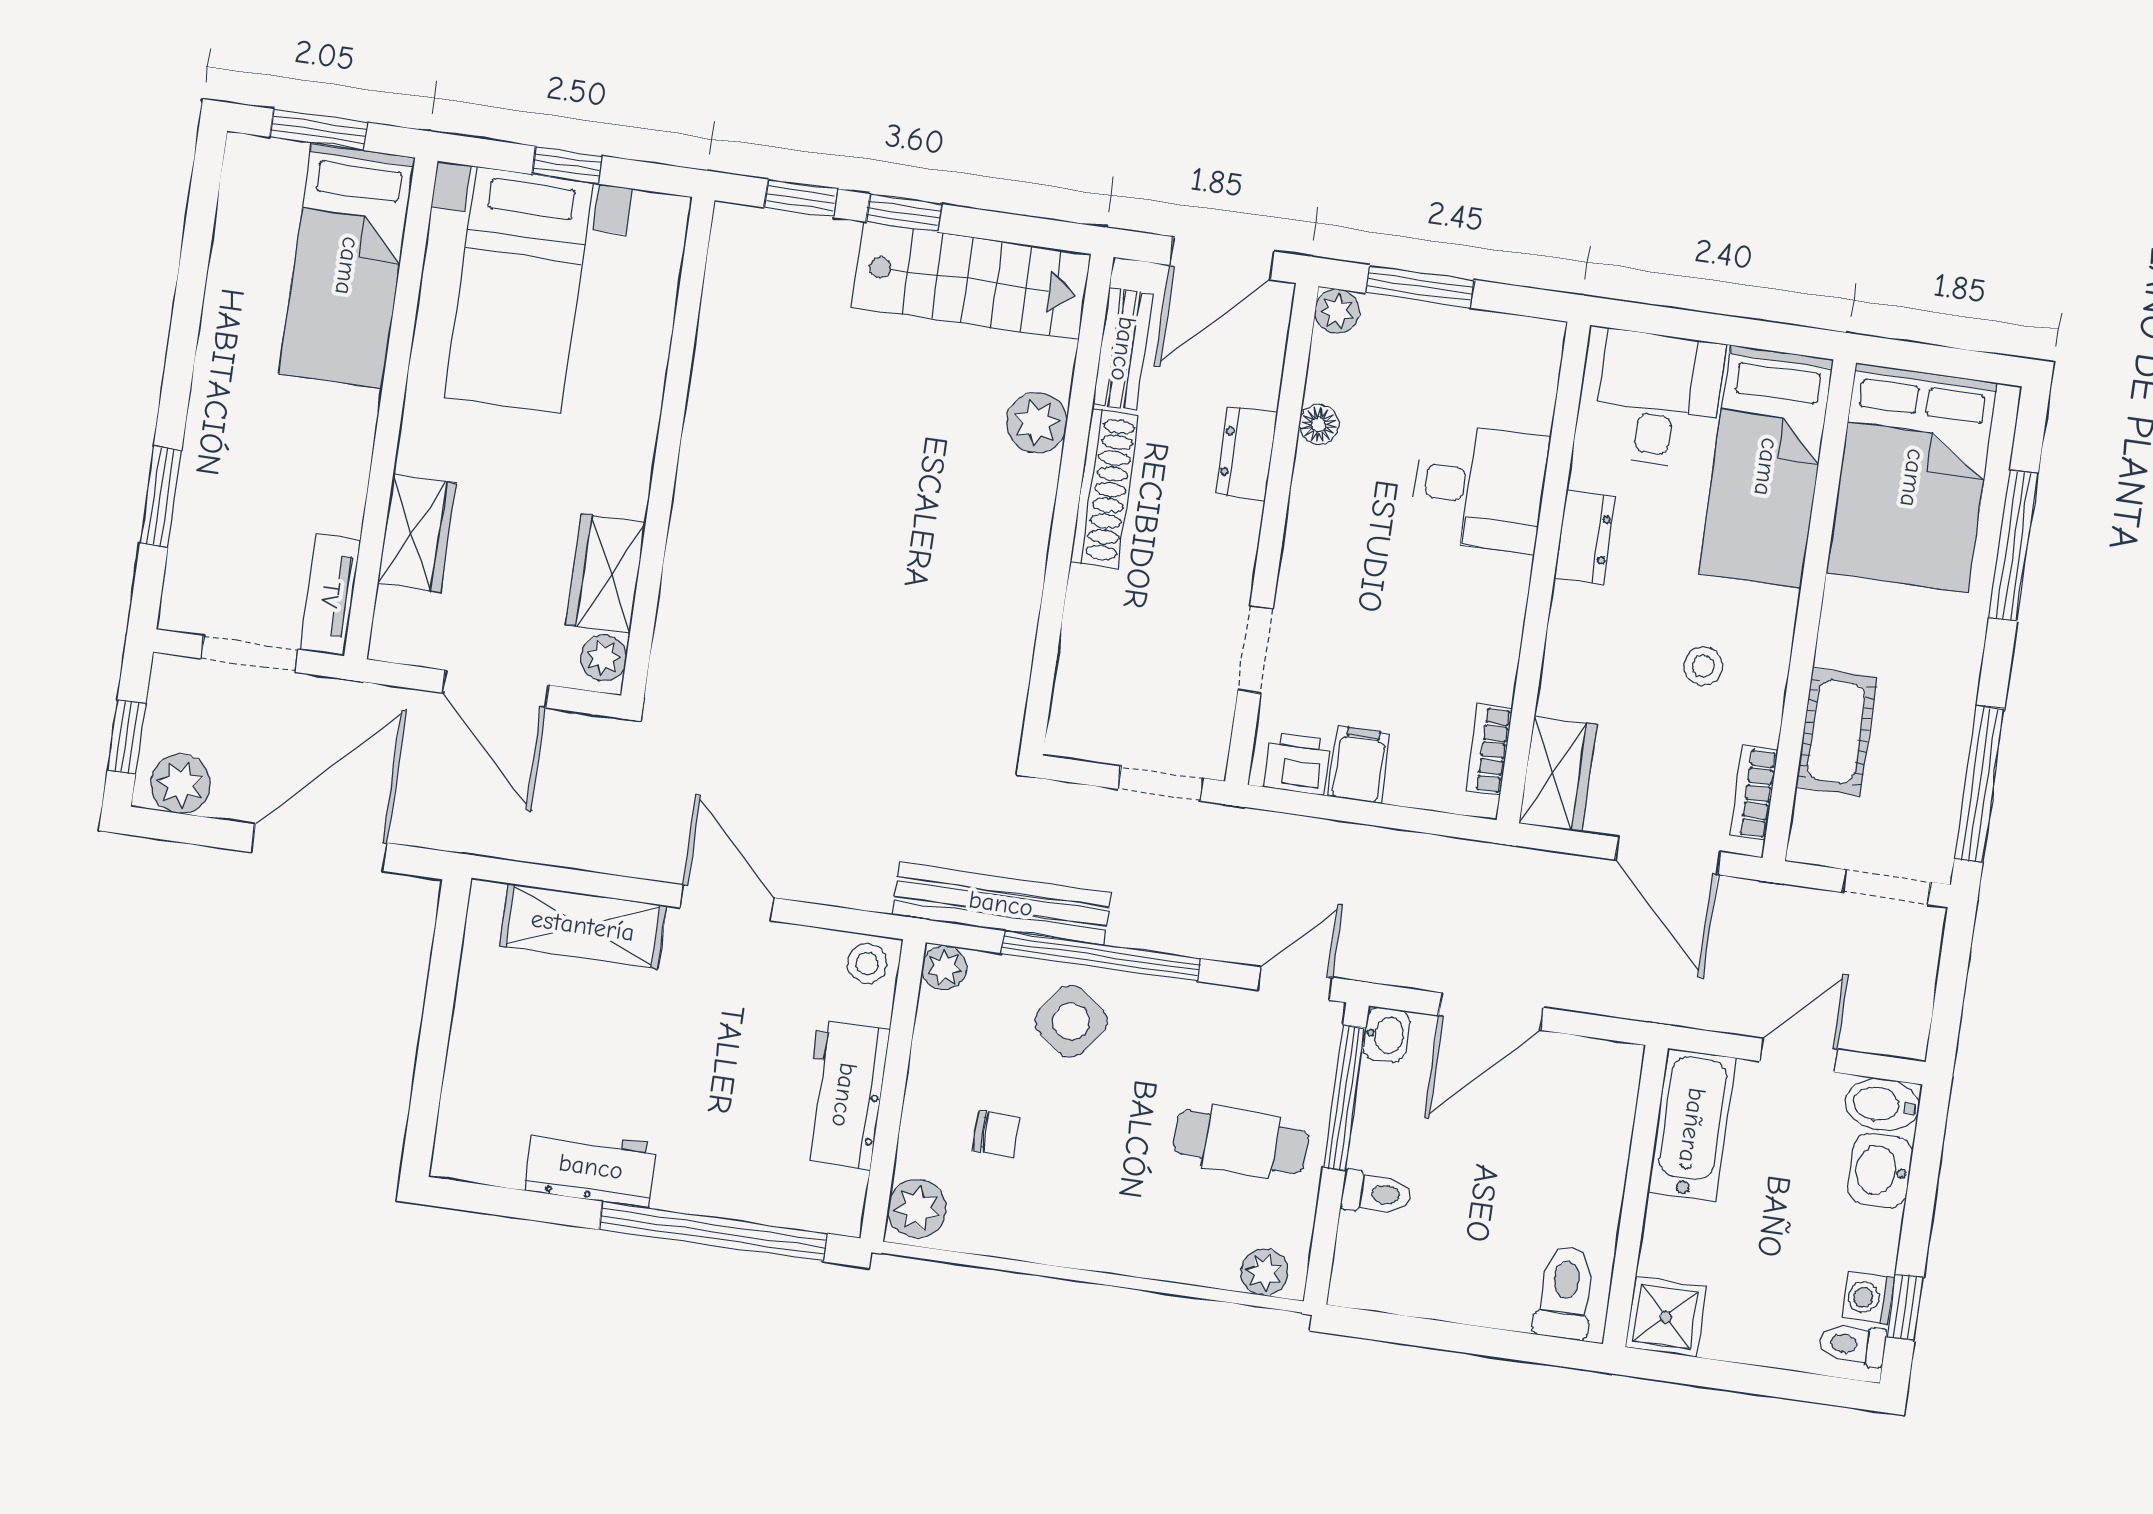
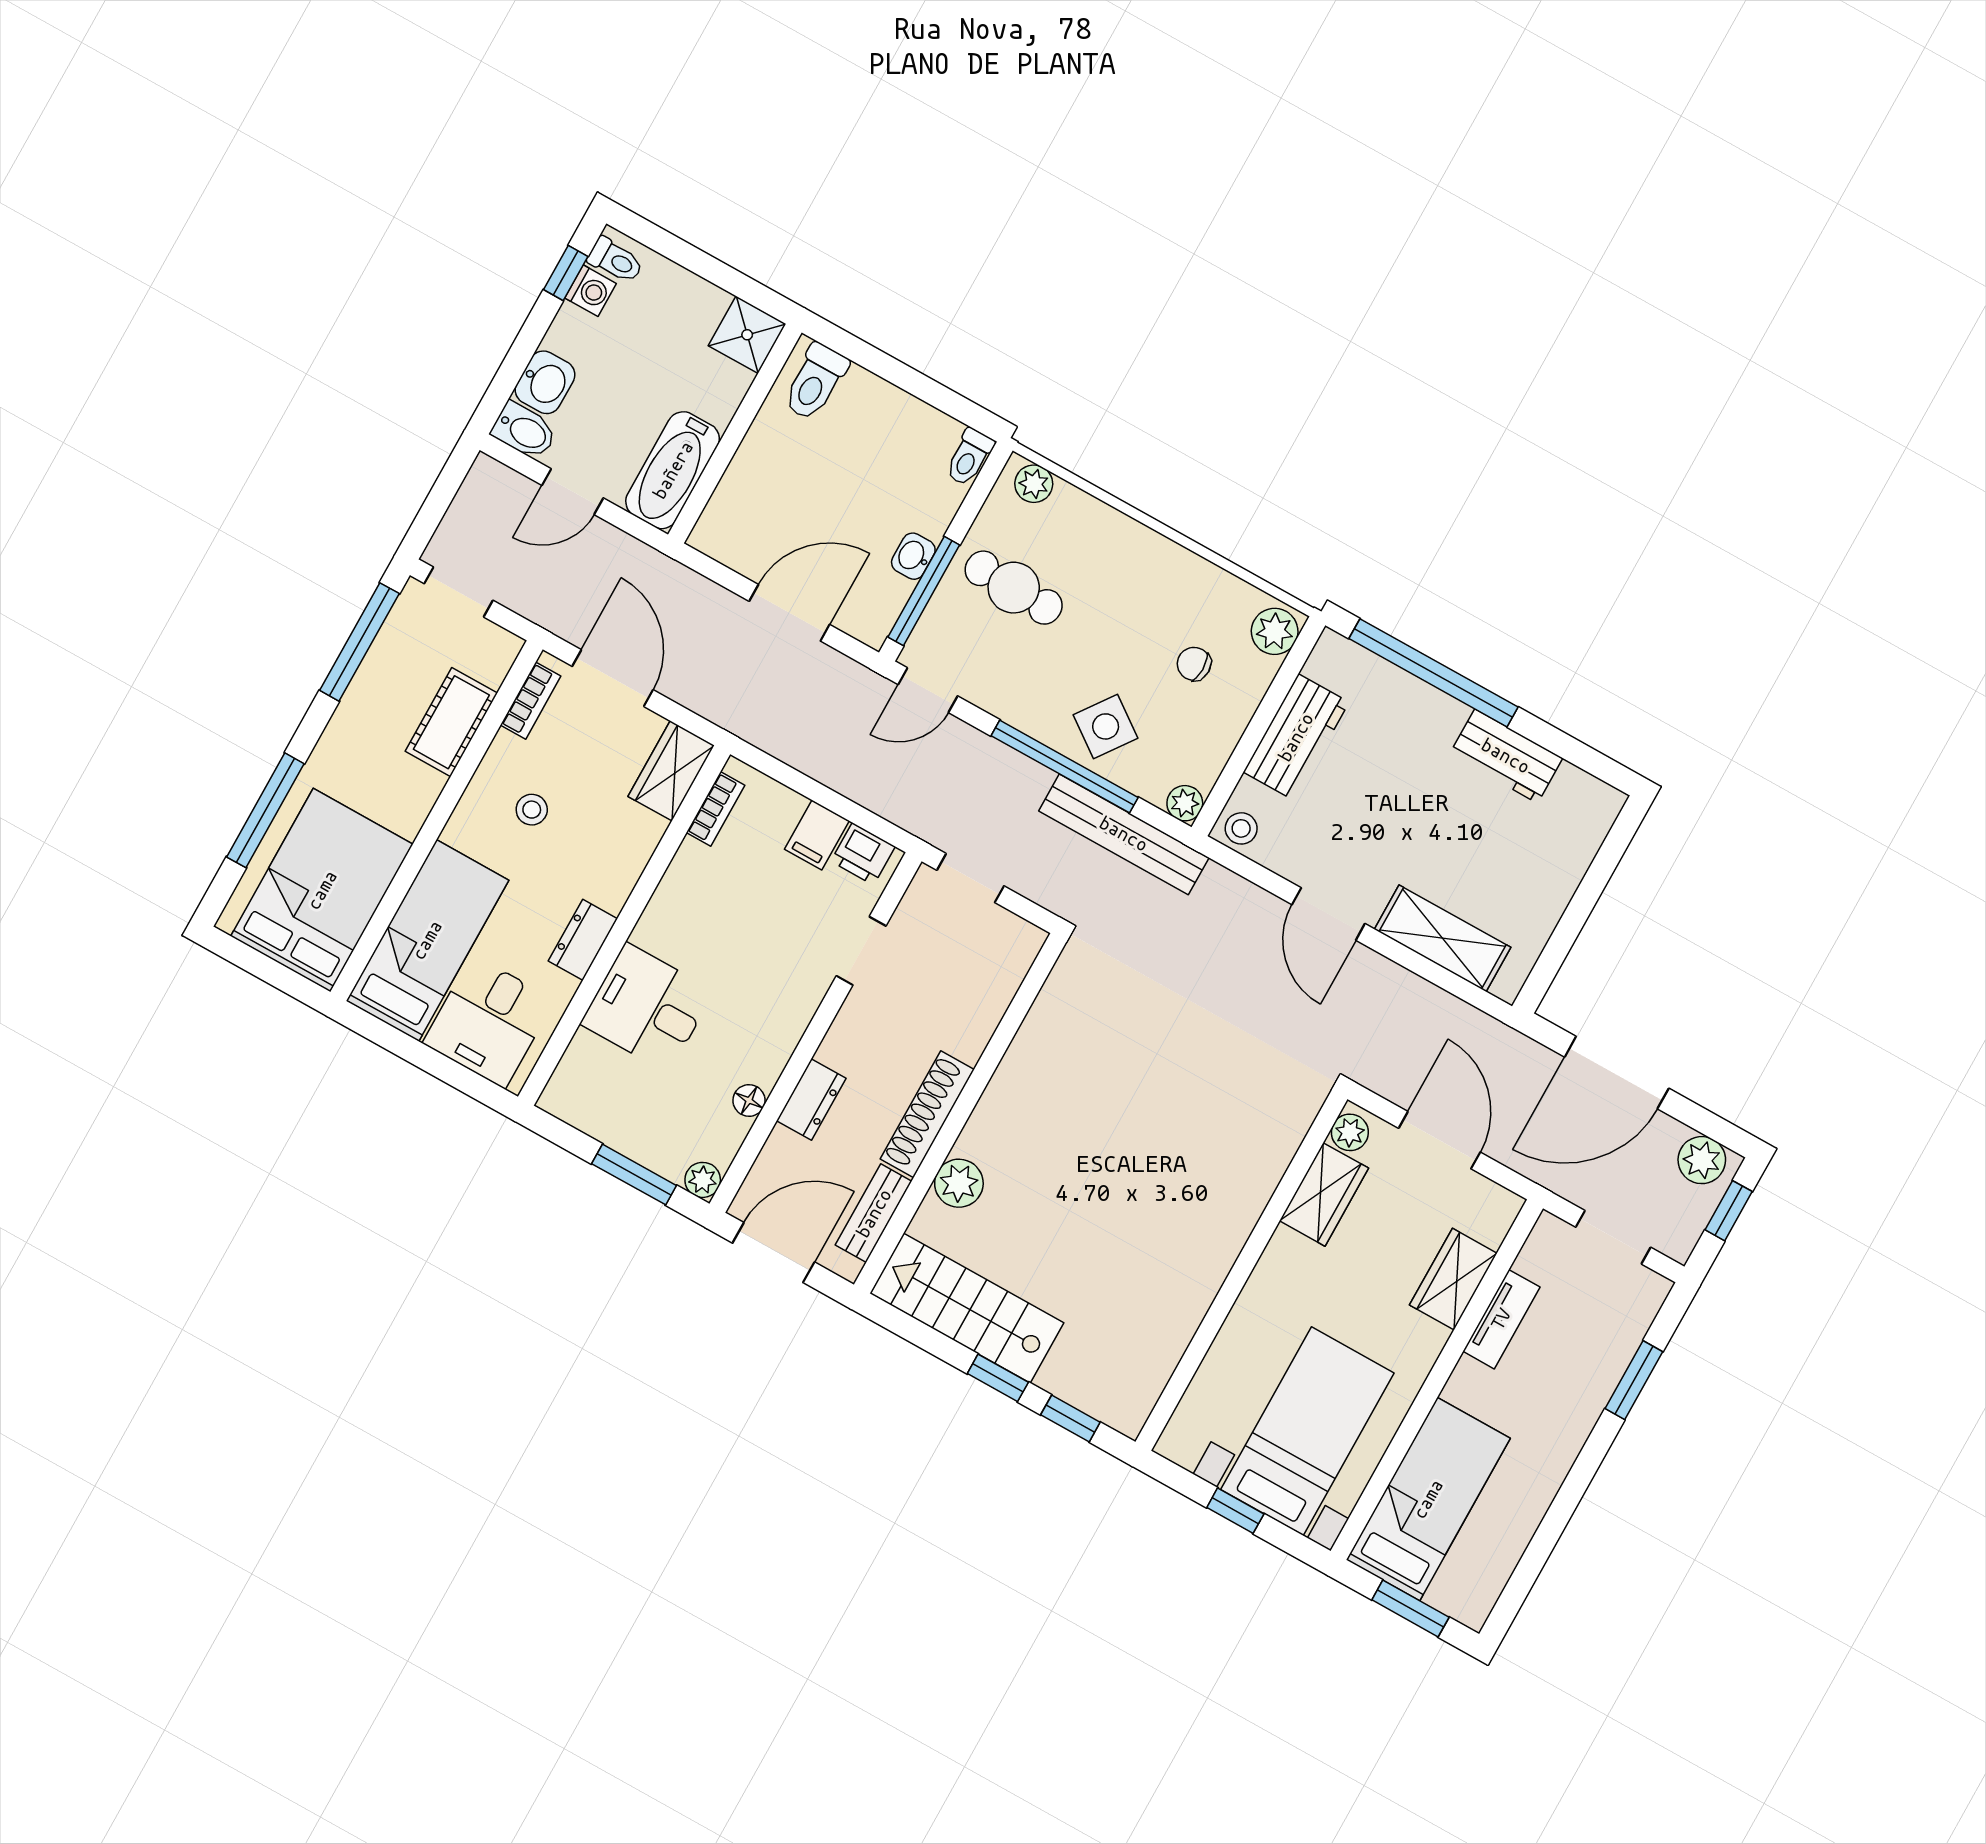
tv unit: (330, 595) -> (1501, 1319), moved
washbasin: (1386, 1035) -> (913, 556), moved
toilet: (1376, 1193) -> (969, 457), moved, turned -90

